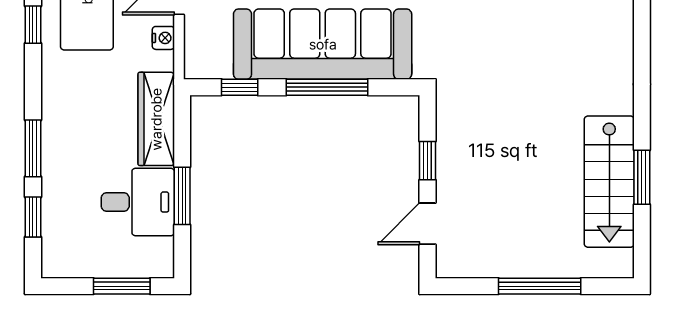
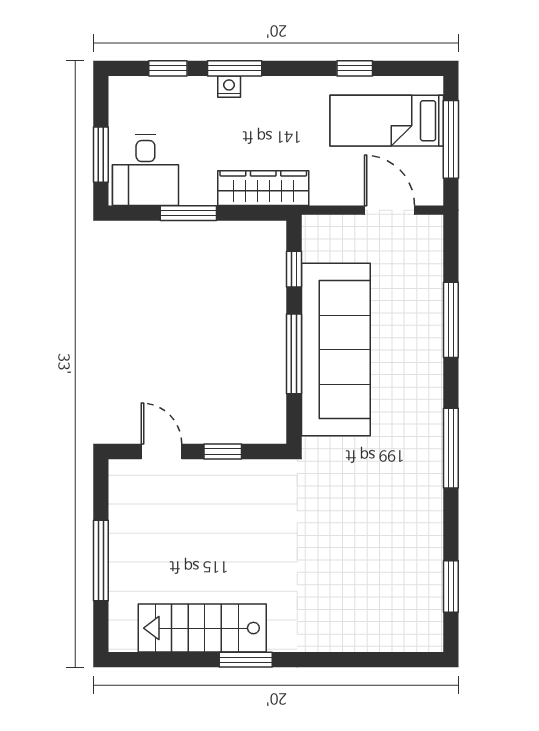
nightstand: (163, 38) -> (229, 87), moved, turned 180
window: (642, 177) -> (246, 660), moved
desk: (138, 202) -> (145, 170), moved

